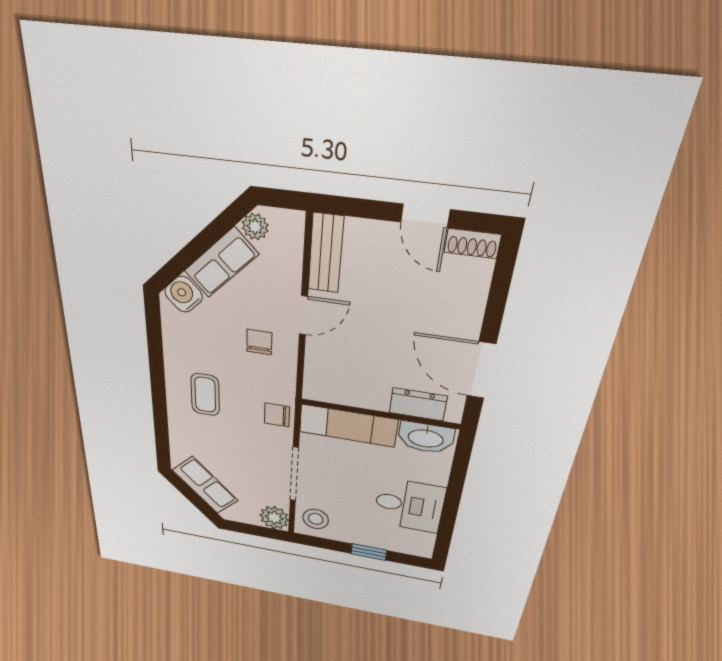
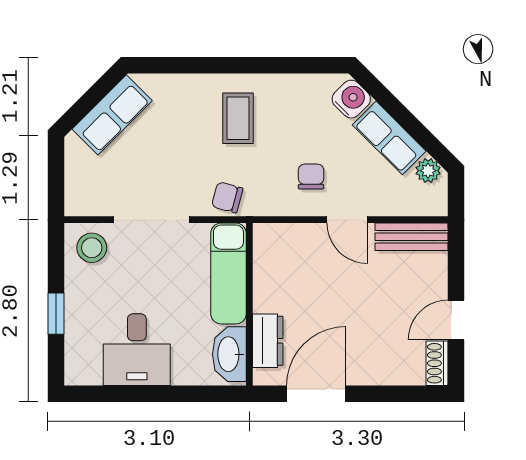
chair: (259, 342) -> (311, 177), turned -90
coffee table: (205, 395) -> (238, 118), turned 90
chair: (277, 415) -> (227, 197), turned -75
plant: (274, 518) -> (82, 199), removed

